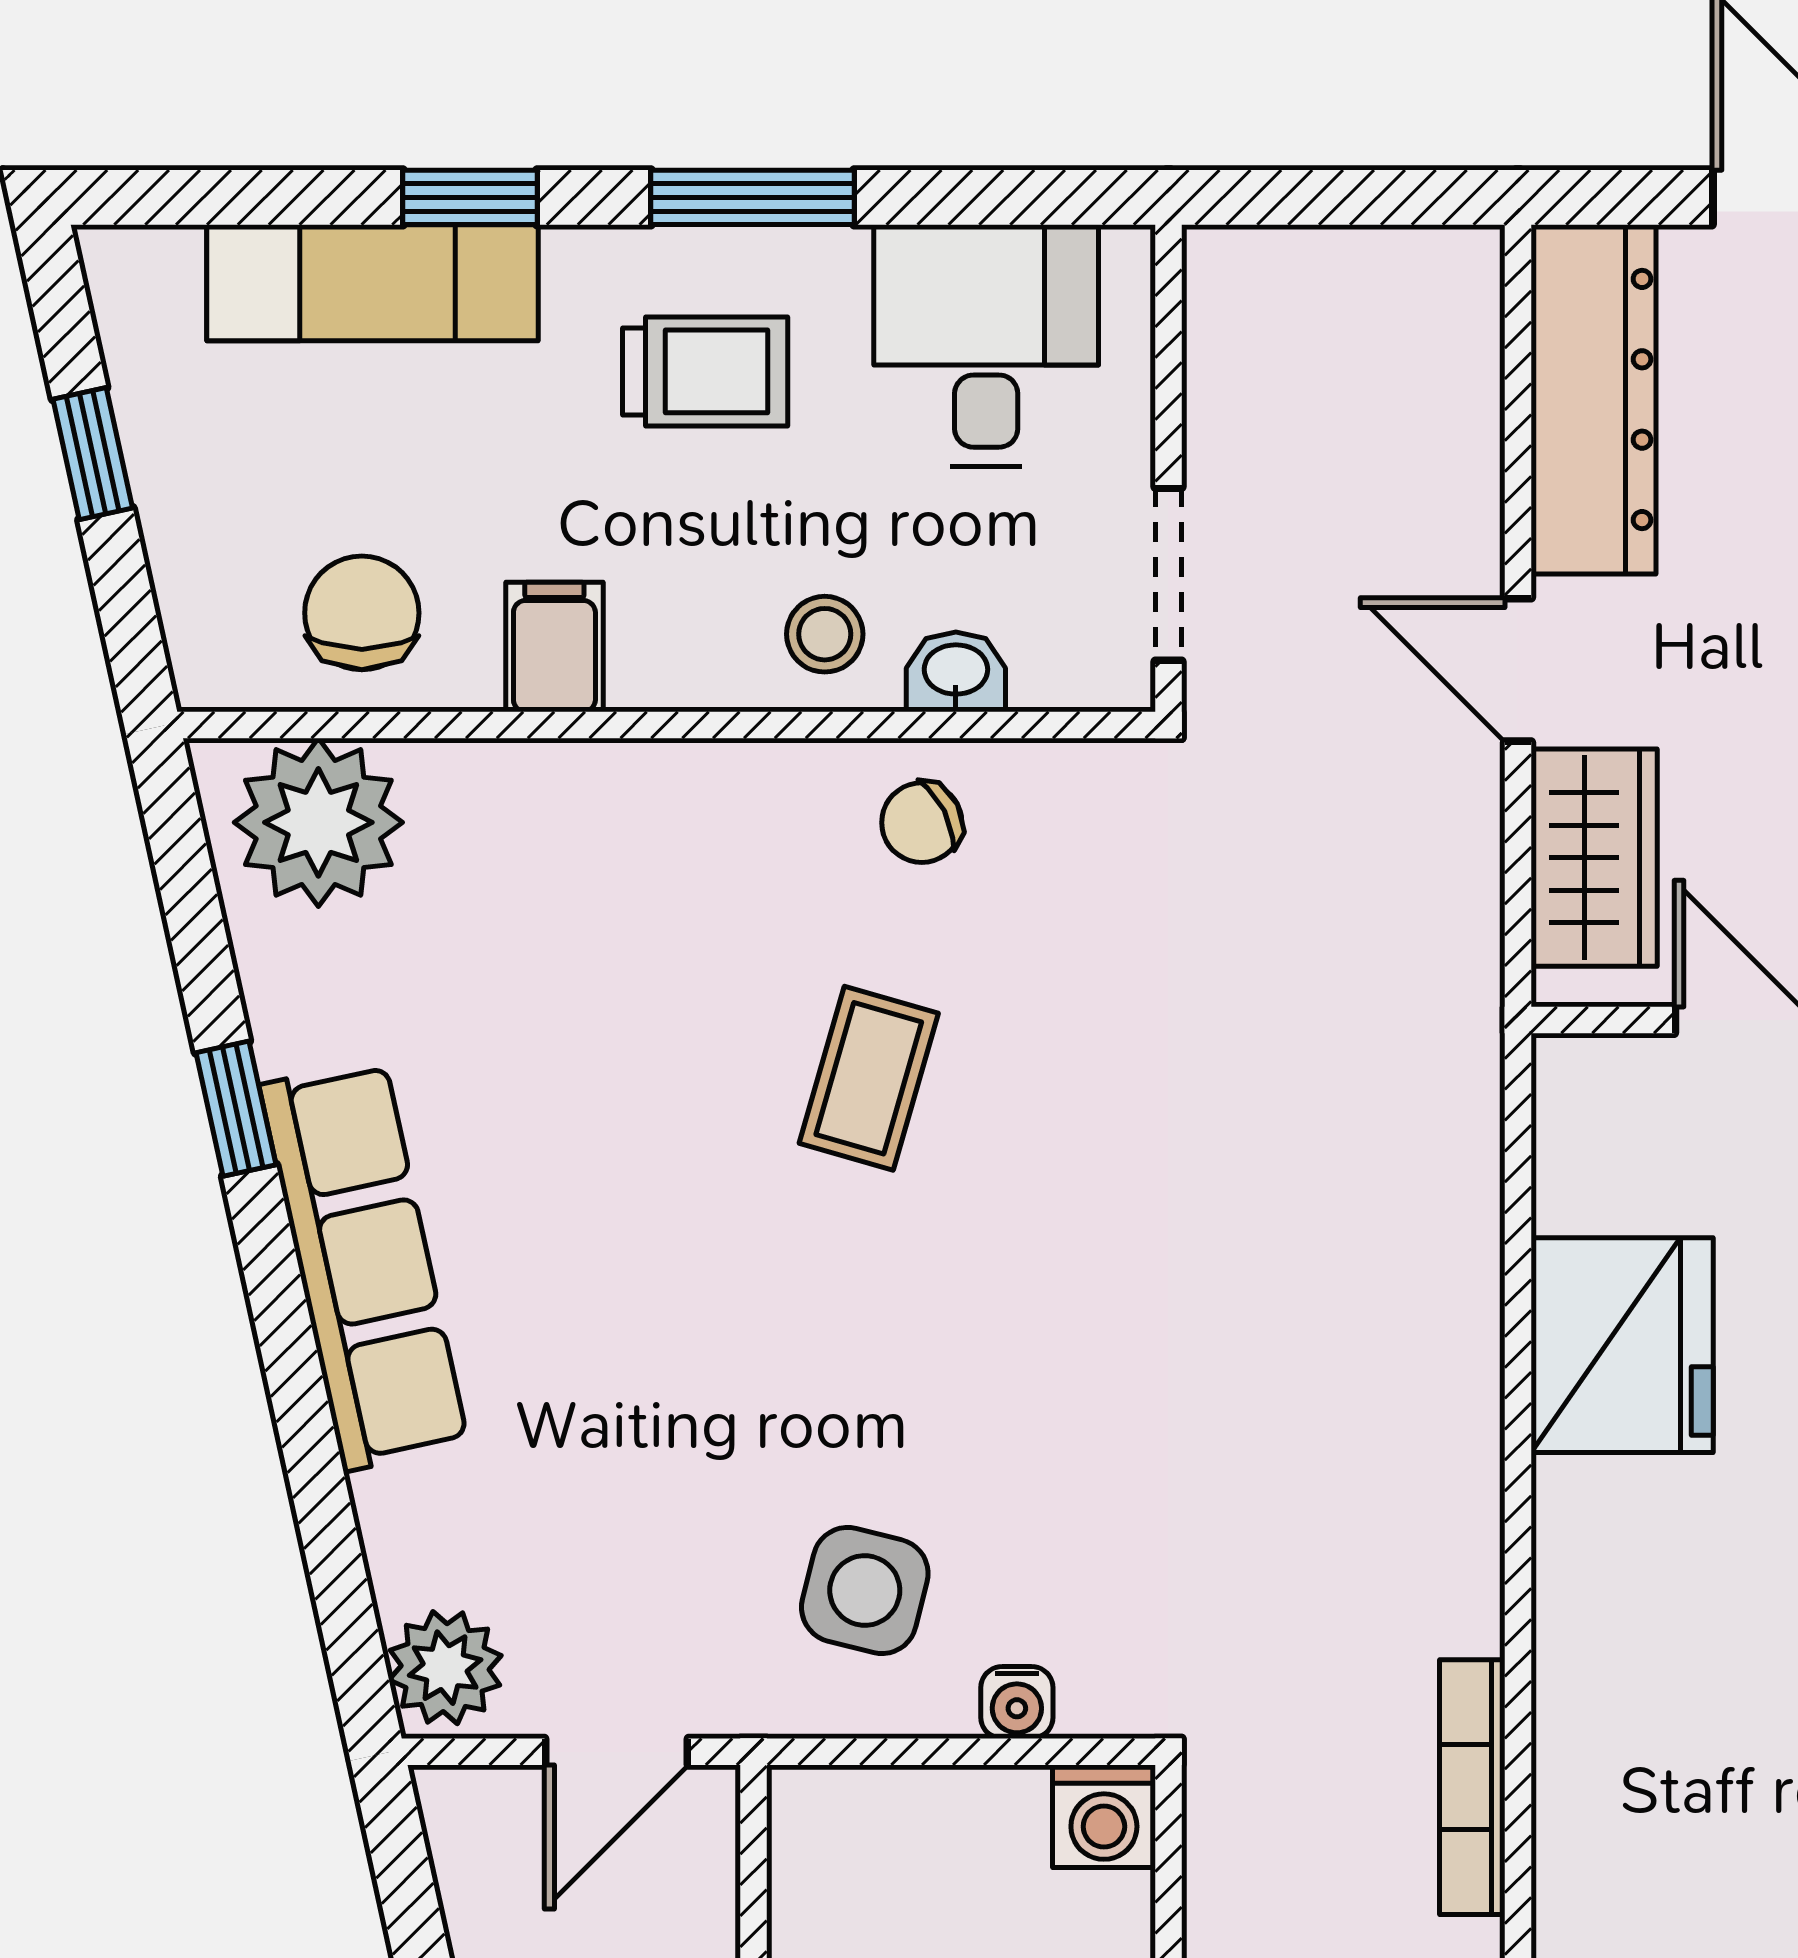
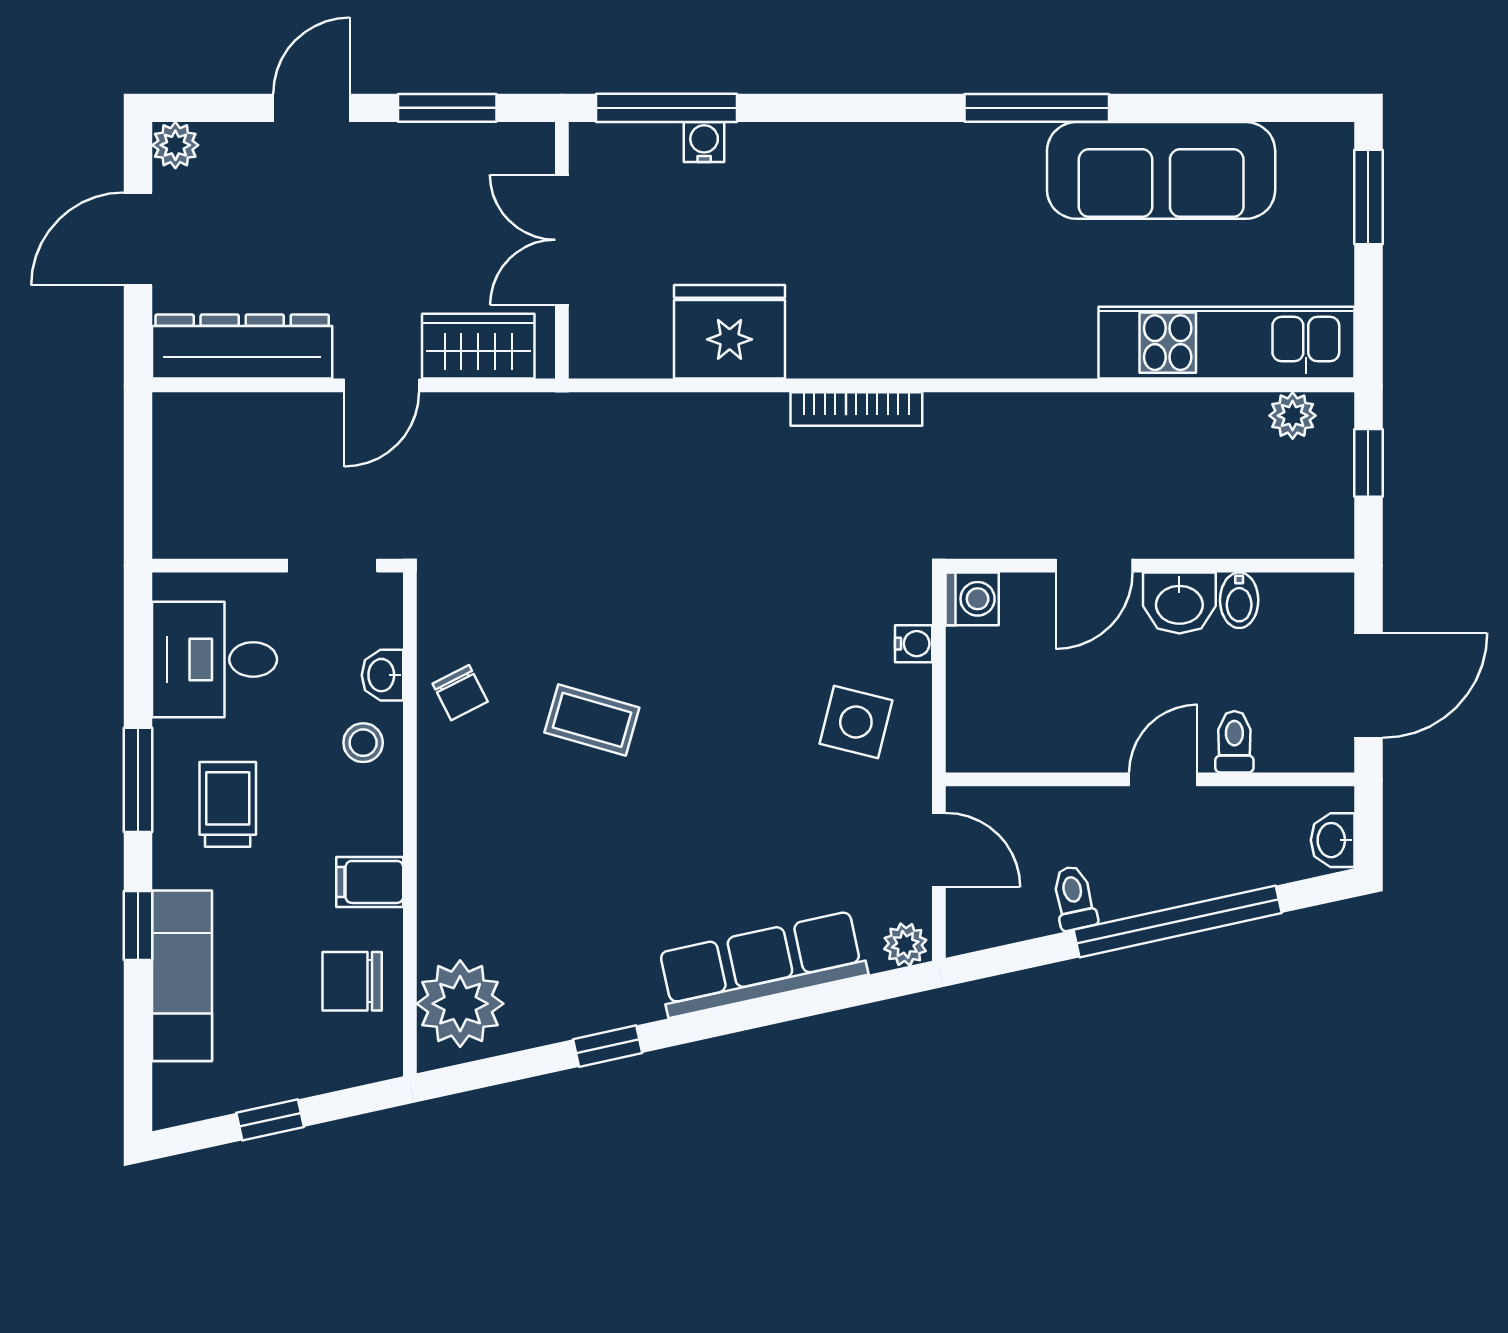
row of seats: (364, 1265) -> (762, 964), moved
plant: (445, 1668) -> (905, 944), width x0.73, depth x0.73
bookcase: (1472, 1787) -> (856, 409), moved

